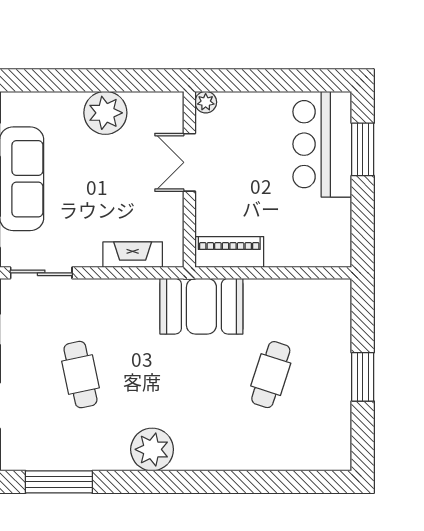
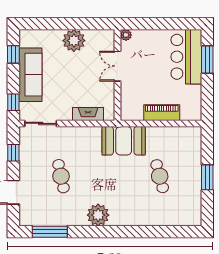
piano: (229, 252) -> (162, 113), moved
cafe table: (271, 375) -> (160, 176), turned -33

